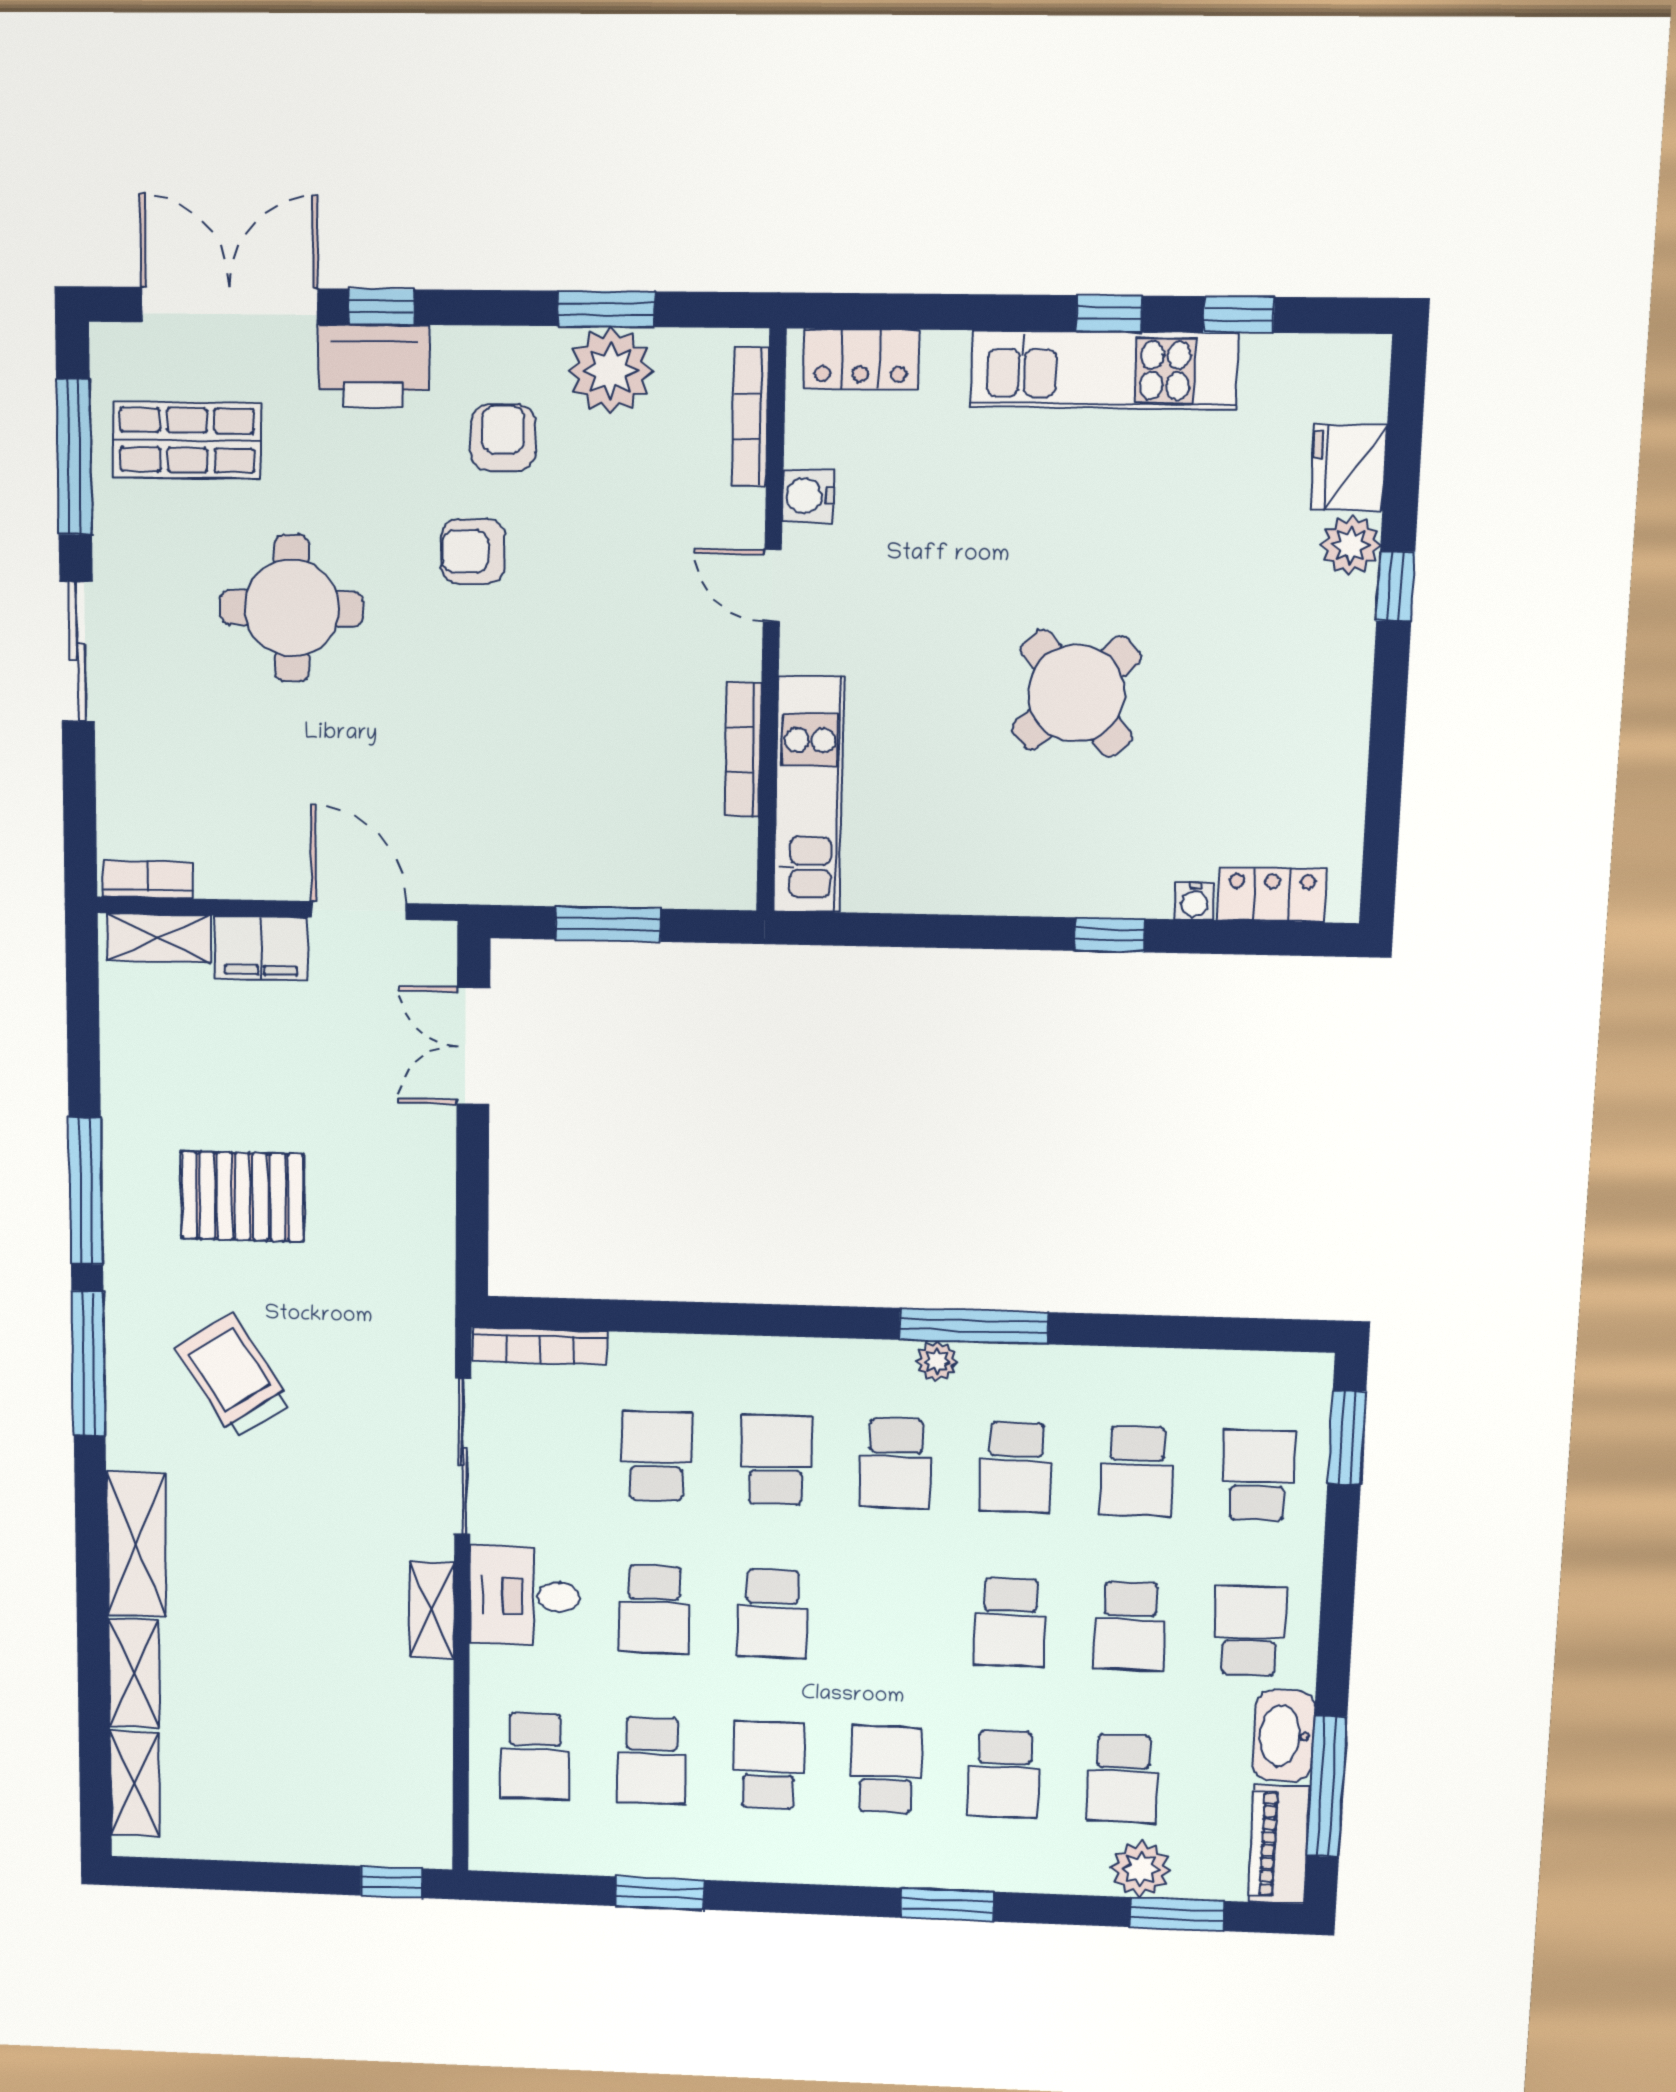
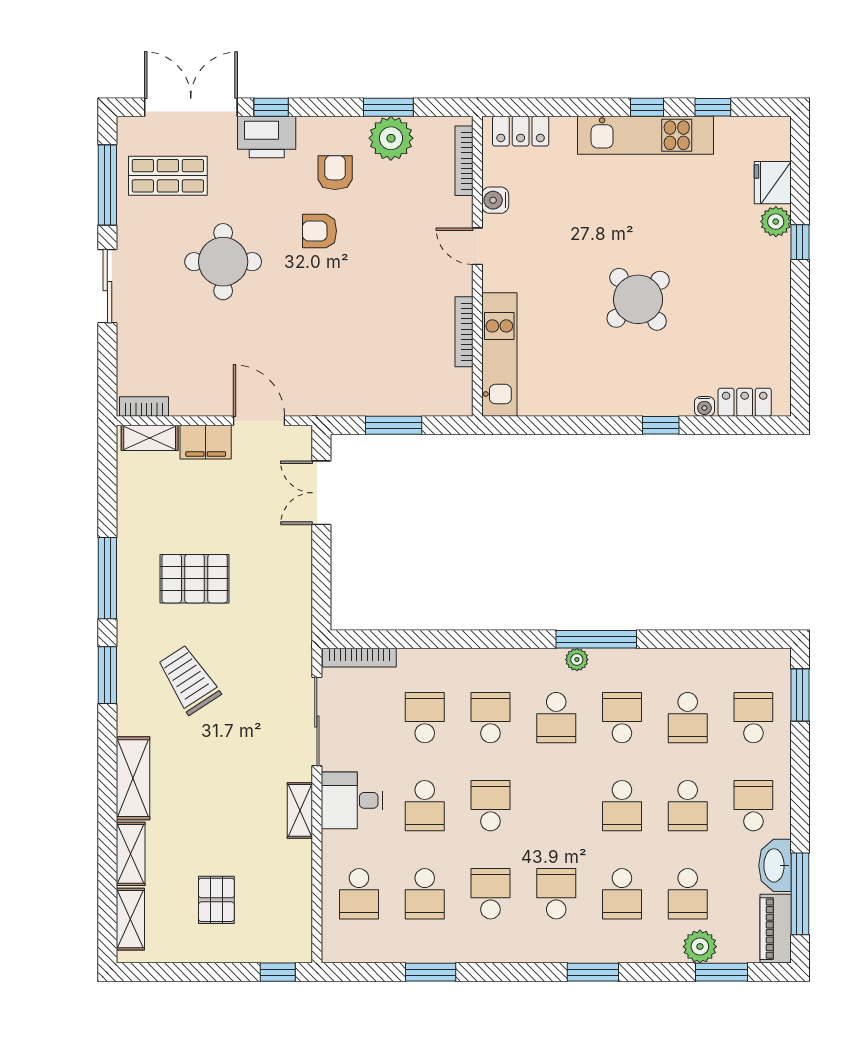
window: (89, 1364) -> (107, 675), width x0.69
school desk: (1016, 1467) -> (622, 718), turned 180
school desk: (772, 1614) -> (490, 806), turned 180
pallet: (285, 1757) -> (216, 900), added

